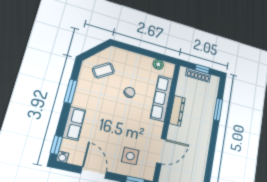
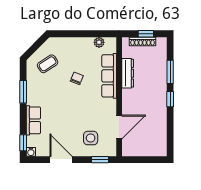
dresser: (177, 111) -> (128, 73), moved
window: (214, 135) -> (170, 99), added

